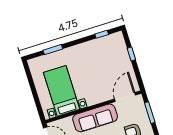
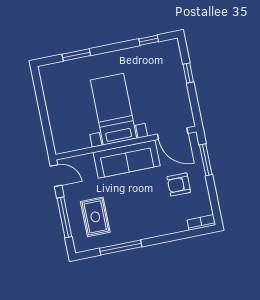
bed with nightstands: (62, 91) -> (113, 109), moved
door: (125, 97) -> (173, 134), swing flipped

